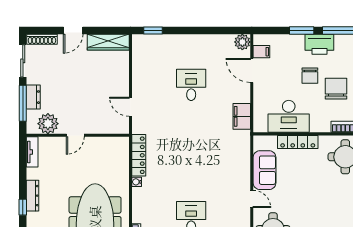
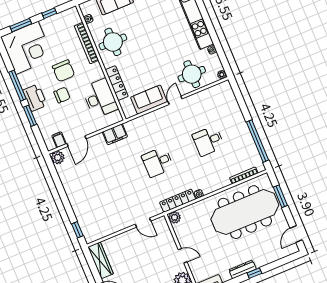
desk: (191, 85) -> (158, 162), moved
chair: (336, 89) -> (64, 71), turned -90
door: (130, 107) -> (143, 223), hinge flipped
plant: (122, 144) -> (175, 217), added

